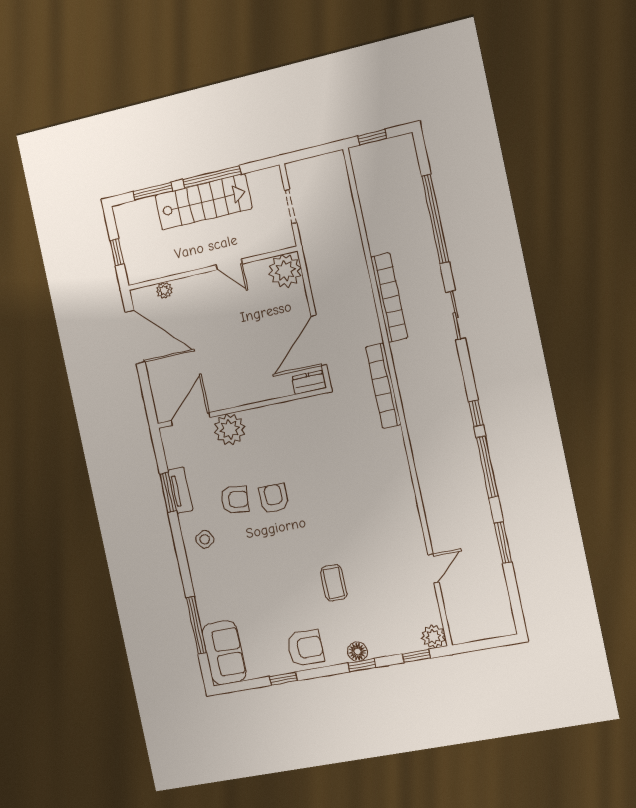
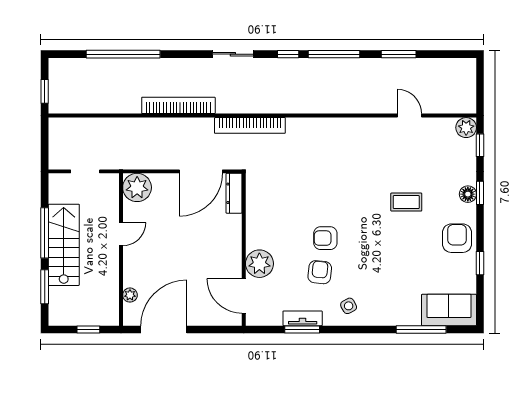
sliding door: (456, 315) -> (233, 54), moved
door: (319, 340) -> (201, 171), hinge flipped
dresser: (309, 382) -> (234, 193), width x1.44

